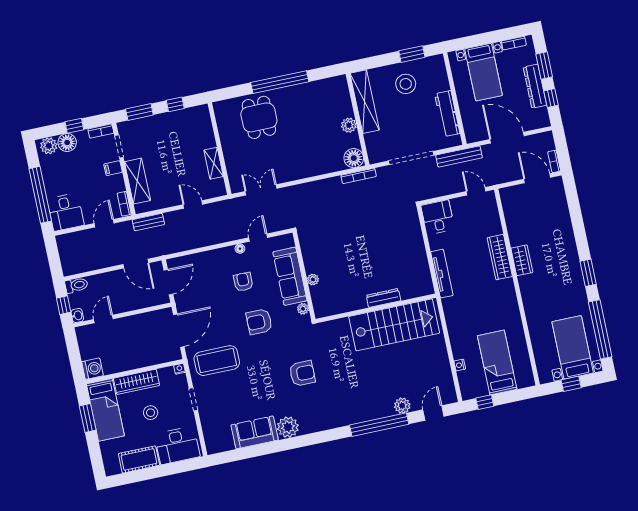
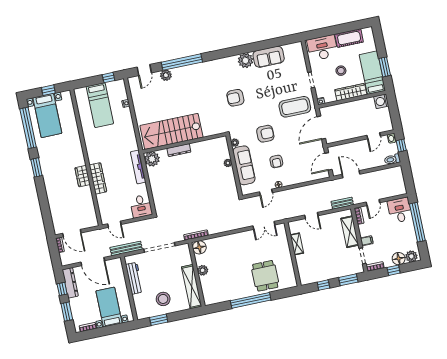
dresser: (535, 86) -> (70, 283), moved
plant: (422, 285) -> (152, 159), added

